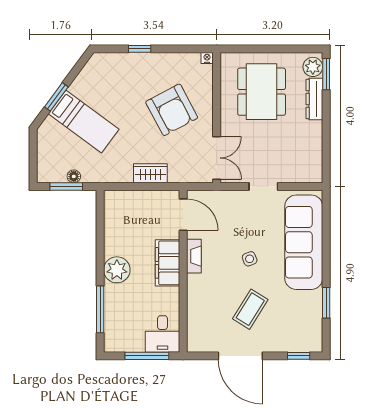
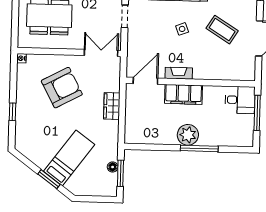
window: (100, 309) -> (199, 148), moved

